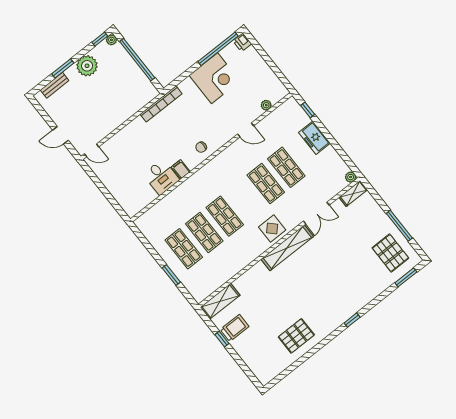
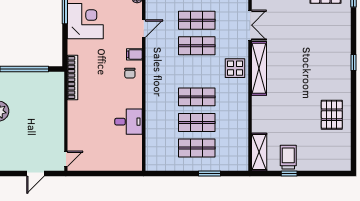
filing cabinet: (181, 169) -> (134, 54), moved

